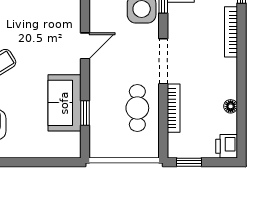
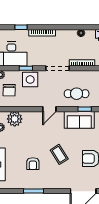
door: (85, 46) -> (49, 109), swing flipped
cafe table: (137, 108) -> (77, 94), moved

